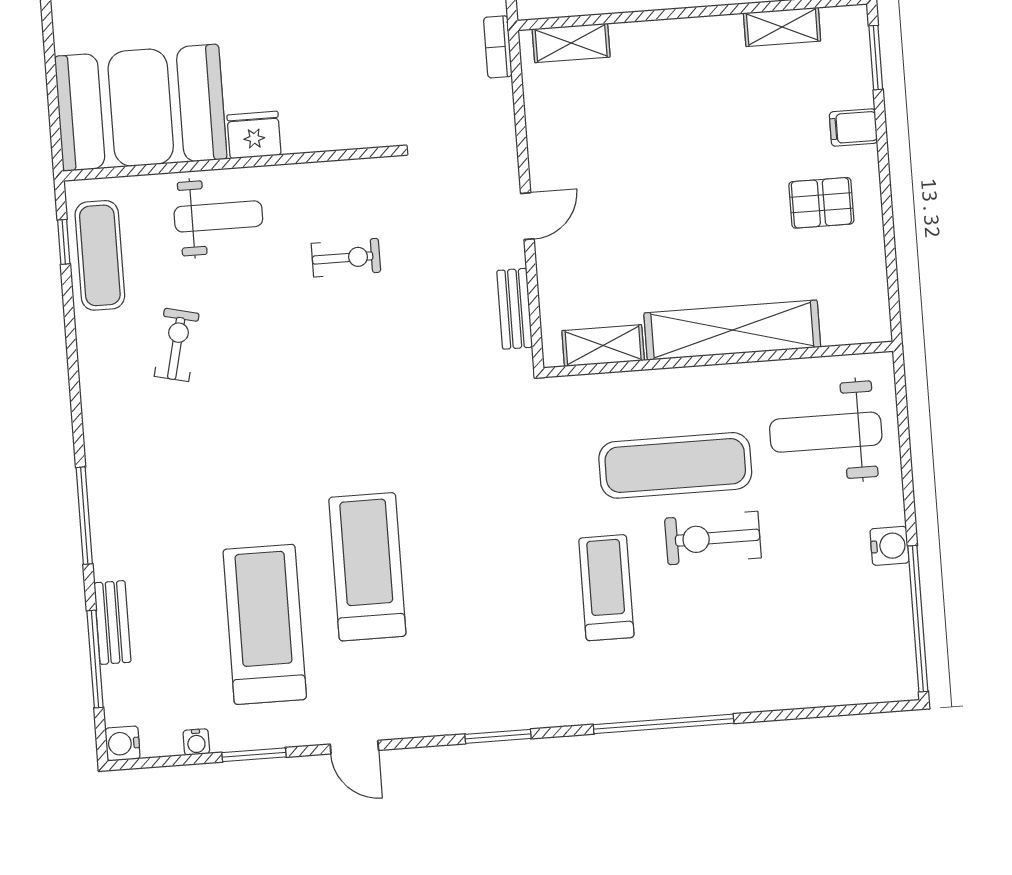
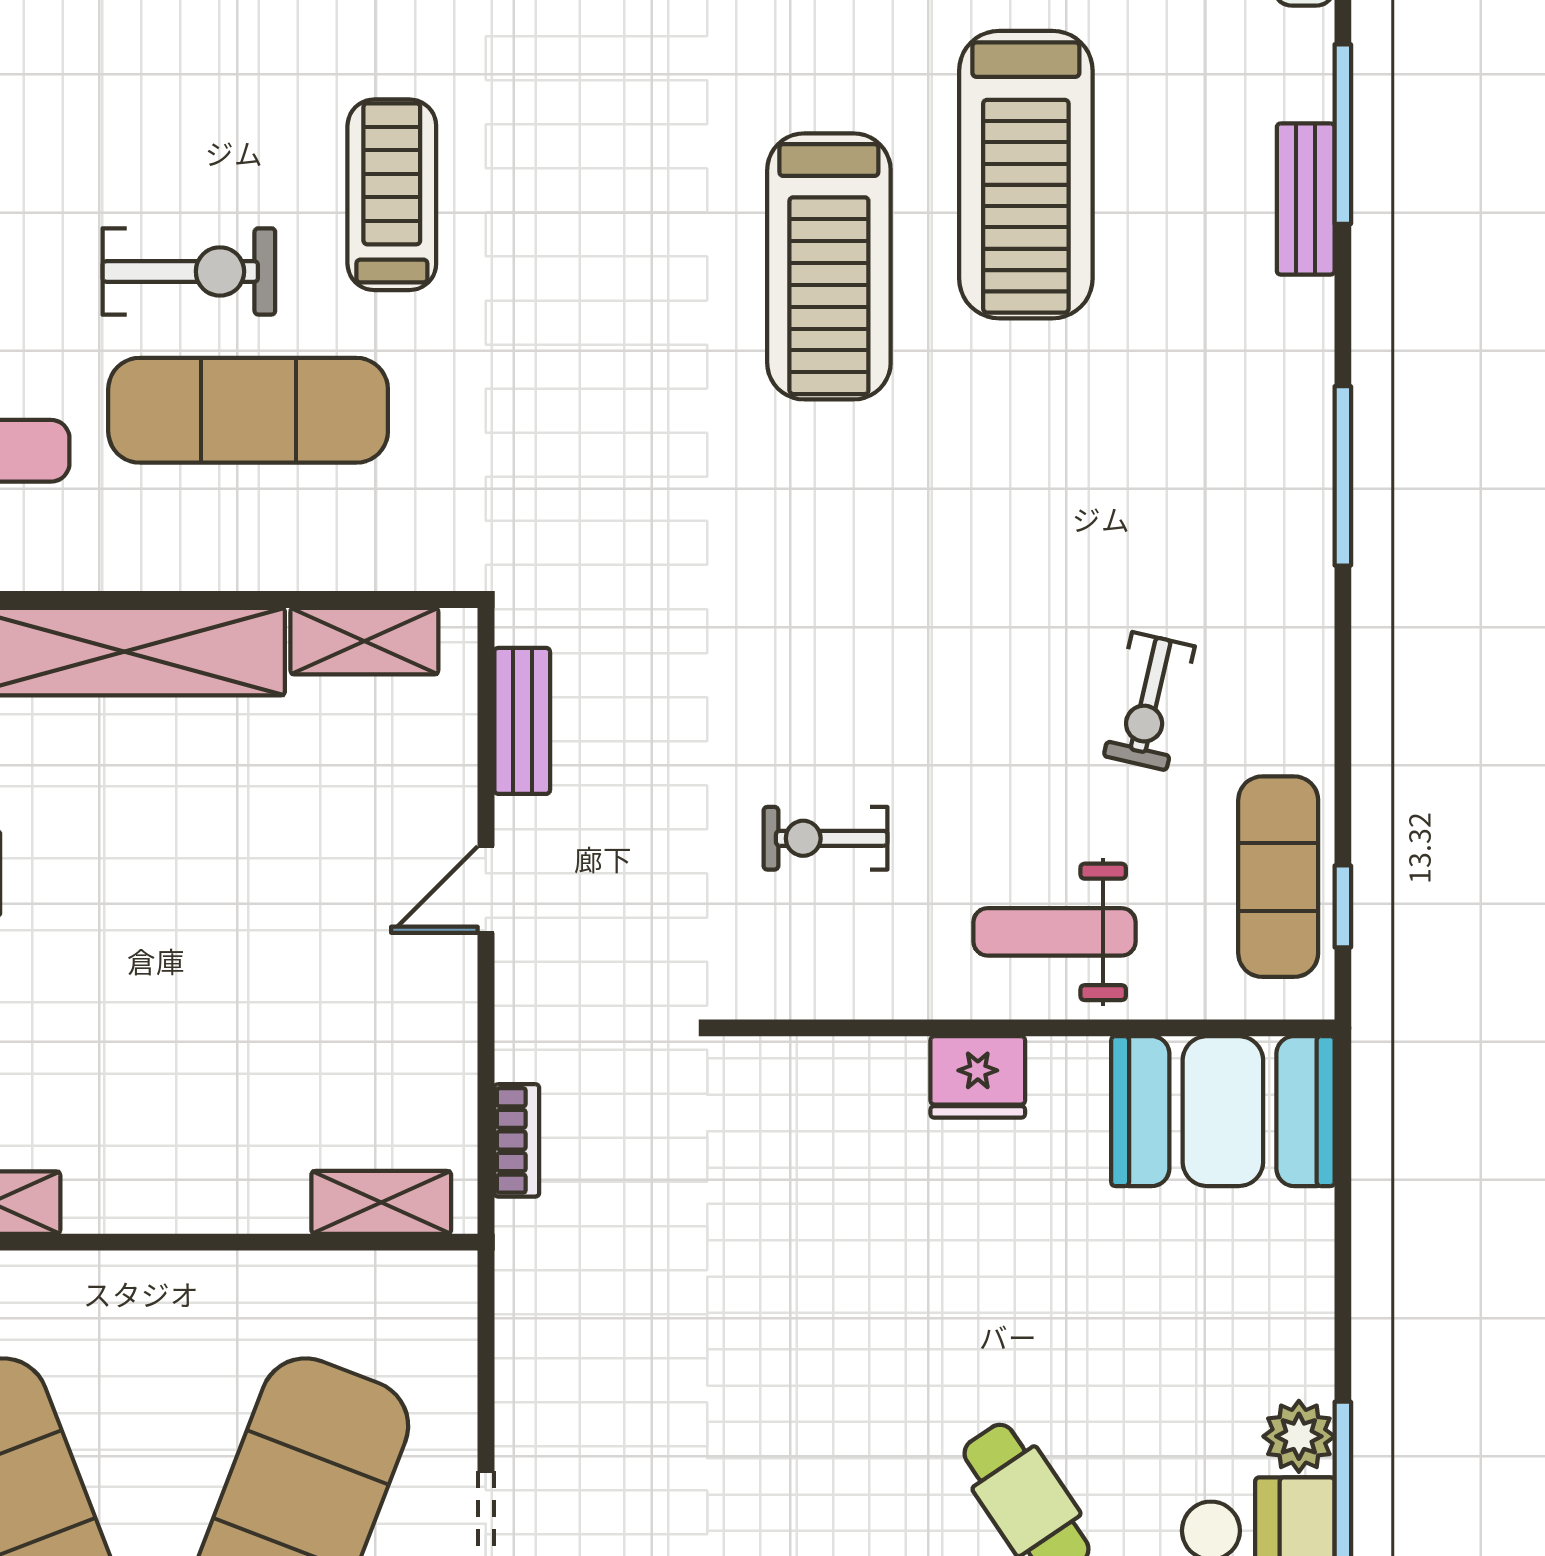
bookcase: (498, 47) -> (517, 1140), moved
booth: (141, 108) -> (1223, 1111), width x0.73, depth x0.70
window: (84, 516) -> (1343, 476), moved
treadmill: (606, 588) -> (392, 195), turned 180

